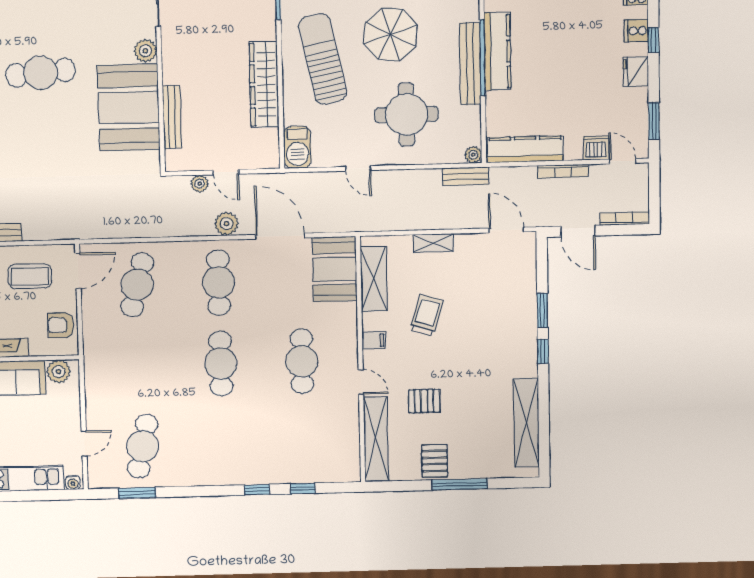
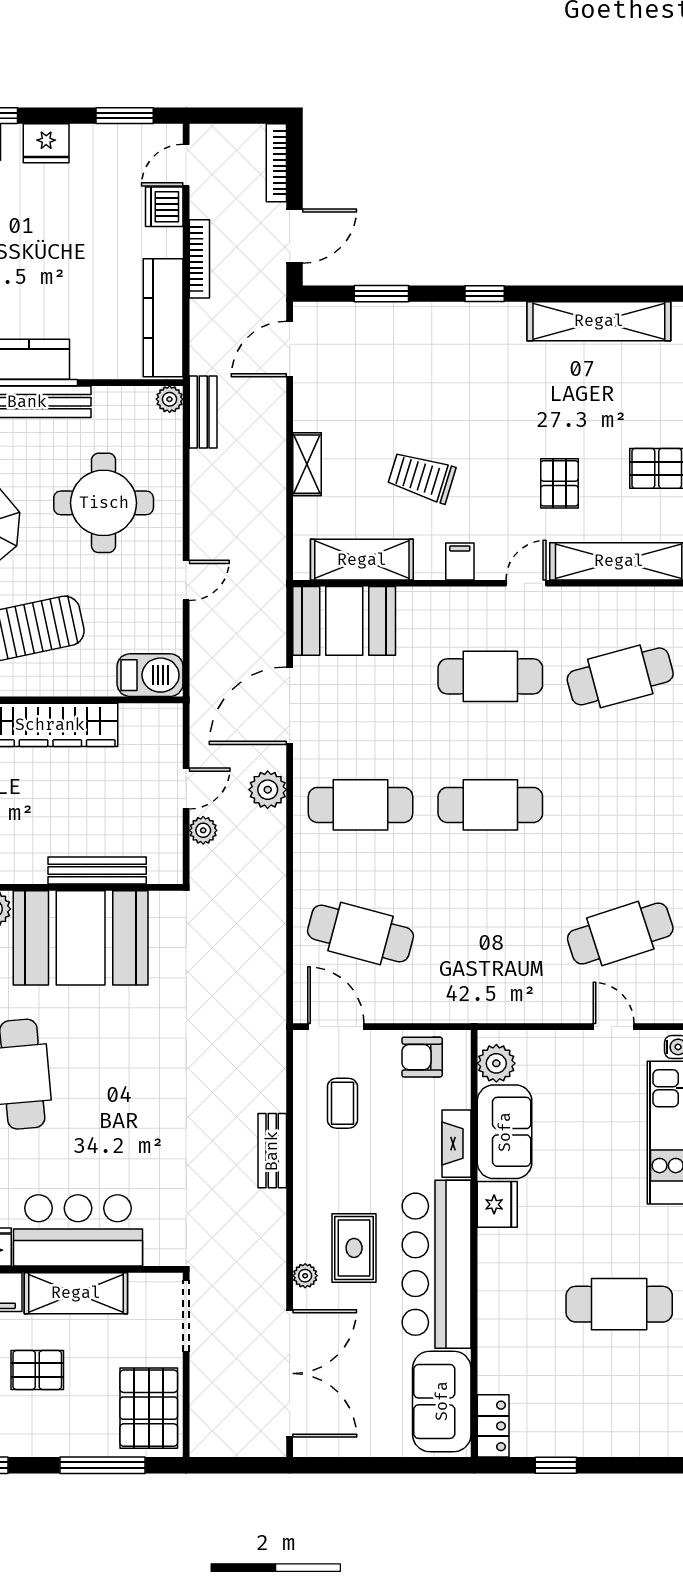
coffee table: (30, 276) -> (342, 1103), width x0.73, depth x0.77
window: (542, 311) -> (381, 294), moved
armchair: (61, 325) -> (422, 1057), turned 90
cafe table: (304, 442) -> (620, 676), added
cafe table: (143, 446) -> (620, 934), turned -30

